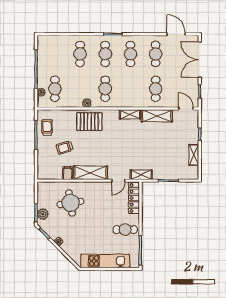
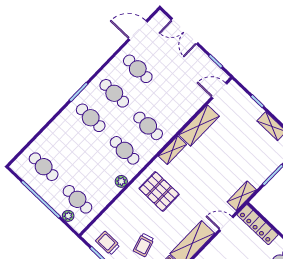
cafe table: (80, 54) -> (44, 167), moved
double door: (200, 60) -> (185, 31), width x0.73
cafe table: (156, 89) -> (148, 126), moved
pallet: (89, 121) -> (159, 191), moved, turned 90
door: (118, 181) -> (226, 224), swing flipped

